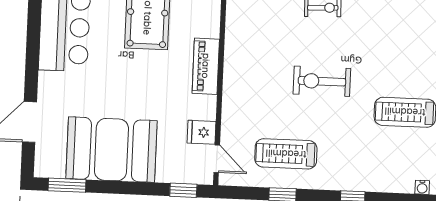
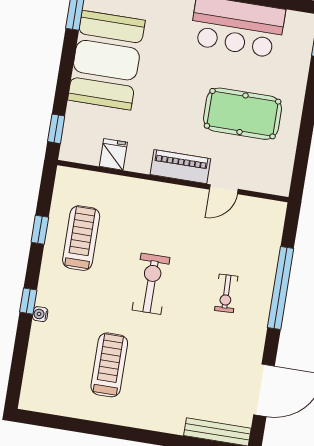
door: (217, 159) -> (224, 189), moved
water cooler: (422, 187) -> (40, 314), moved

